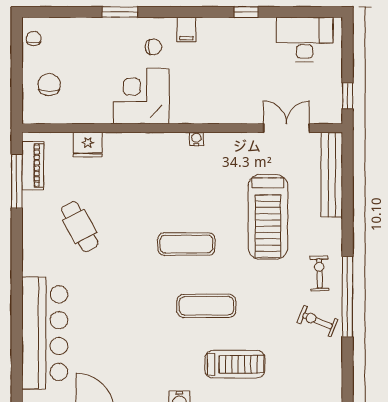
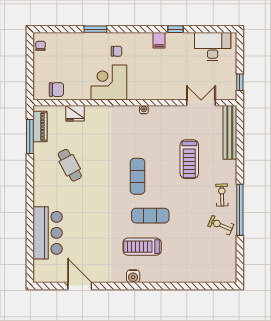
filing cabinet: (186, 30) -> (159, 40), moved
chair: (49, 85) -> (56, 90), moved, turned 90
treadmill: (268, 217) -> (189, 159), width x0.73, depth x0.73
exercise mat: (186, 244) -> (138, 176), turned 90
bar counter: (45, 333) -> (48, 233), width x0.73
treadmill: (235, 364) -> (142, 247), moved, turned 180

